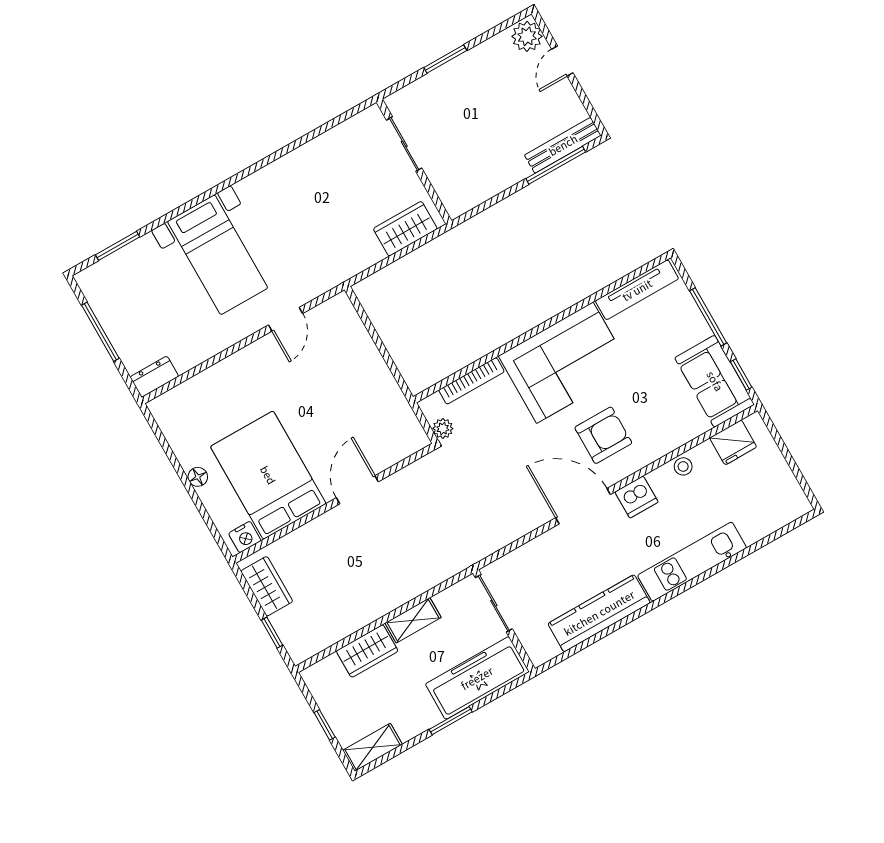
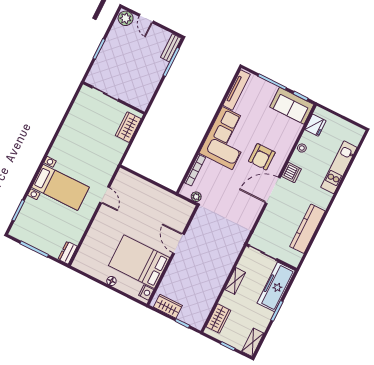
bench: (563, 145) -> (171, 48), width x0.73
armchair: (603, 435) -> (262, 157), turned 180
kitchen unit: (692, 562) -> (339, 167), moved
wardrobe: (367, 651) -> (218, 319), moved

